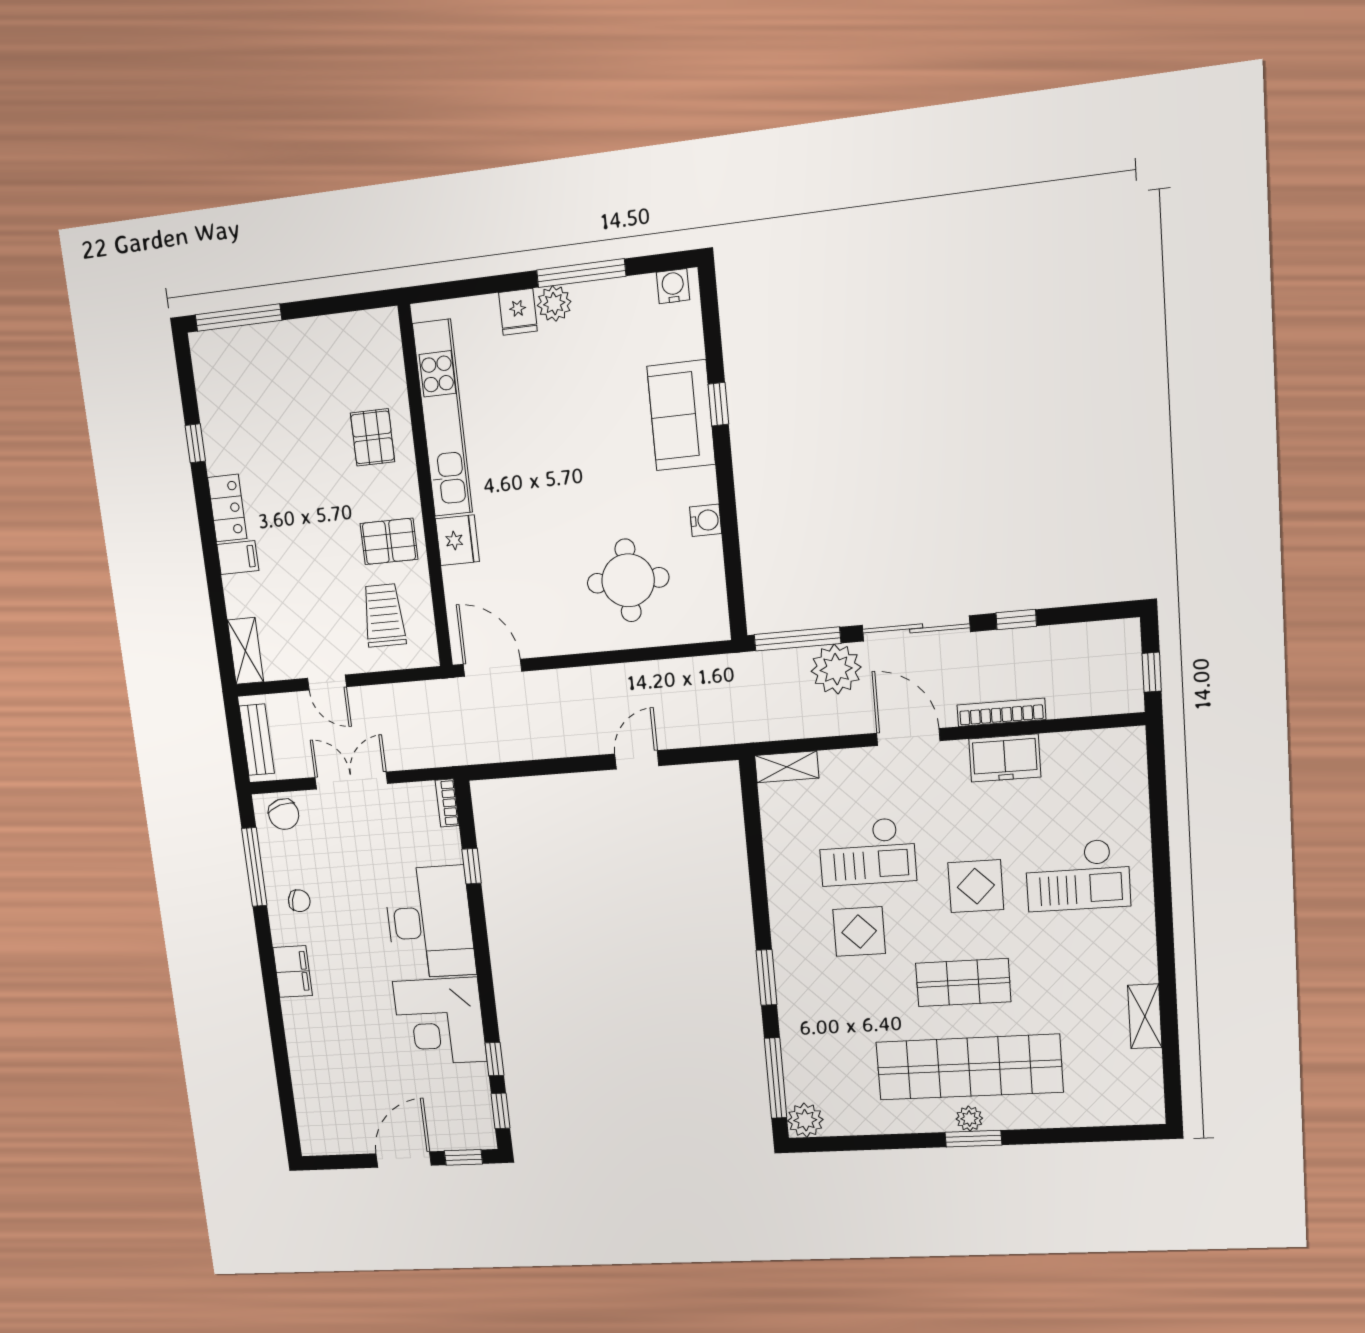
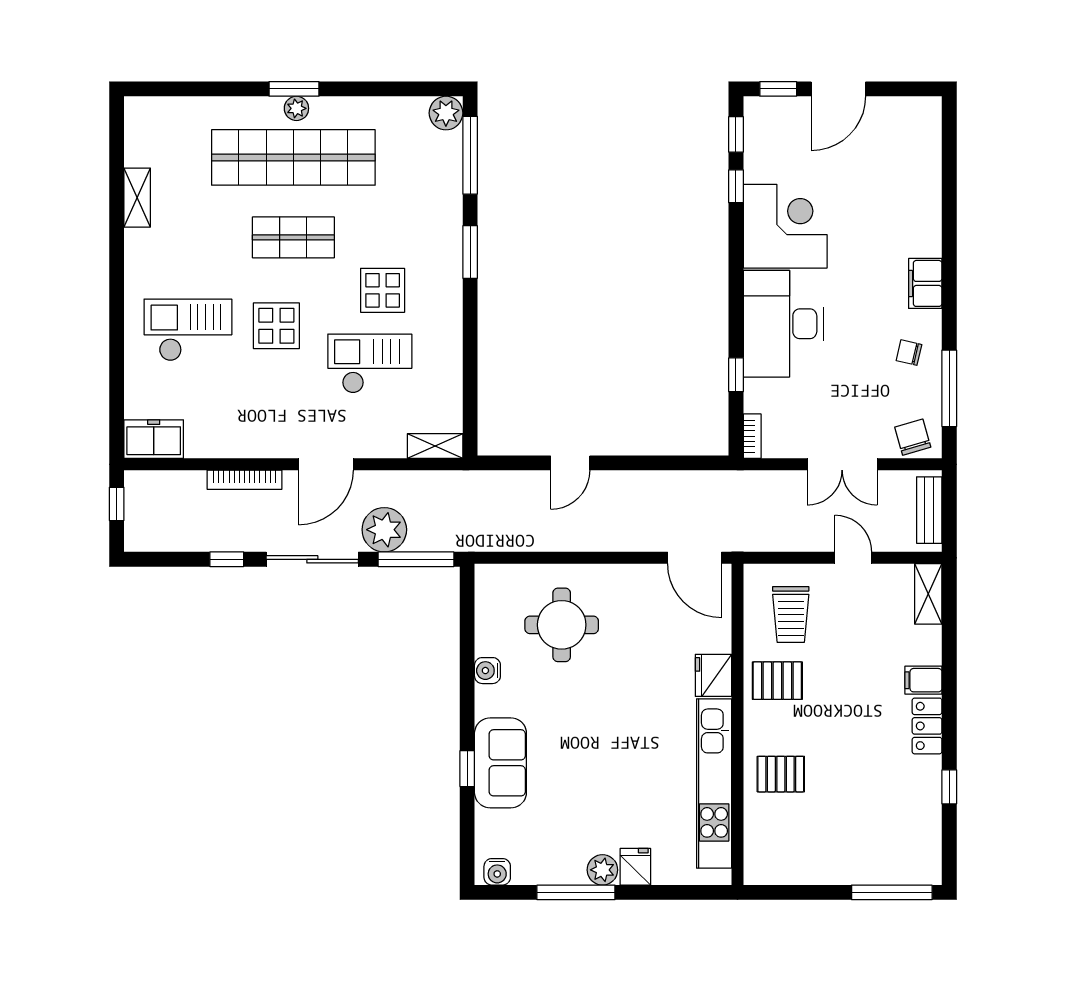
pallet: (373, 437) -> (781, 774), turned 90
door: (908, 737) -> (326, 464), hinge flipped
freezer: (1005, 758) -> (154, 439), moved

